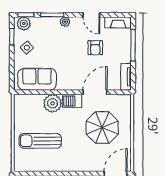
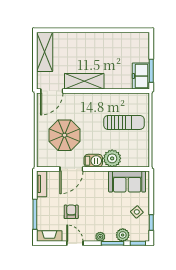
plant: (24, 24) -> (123, 235), moved

